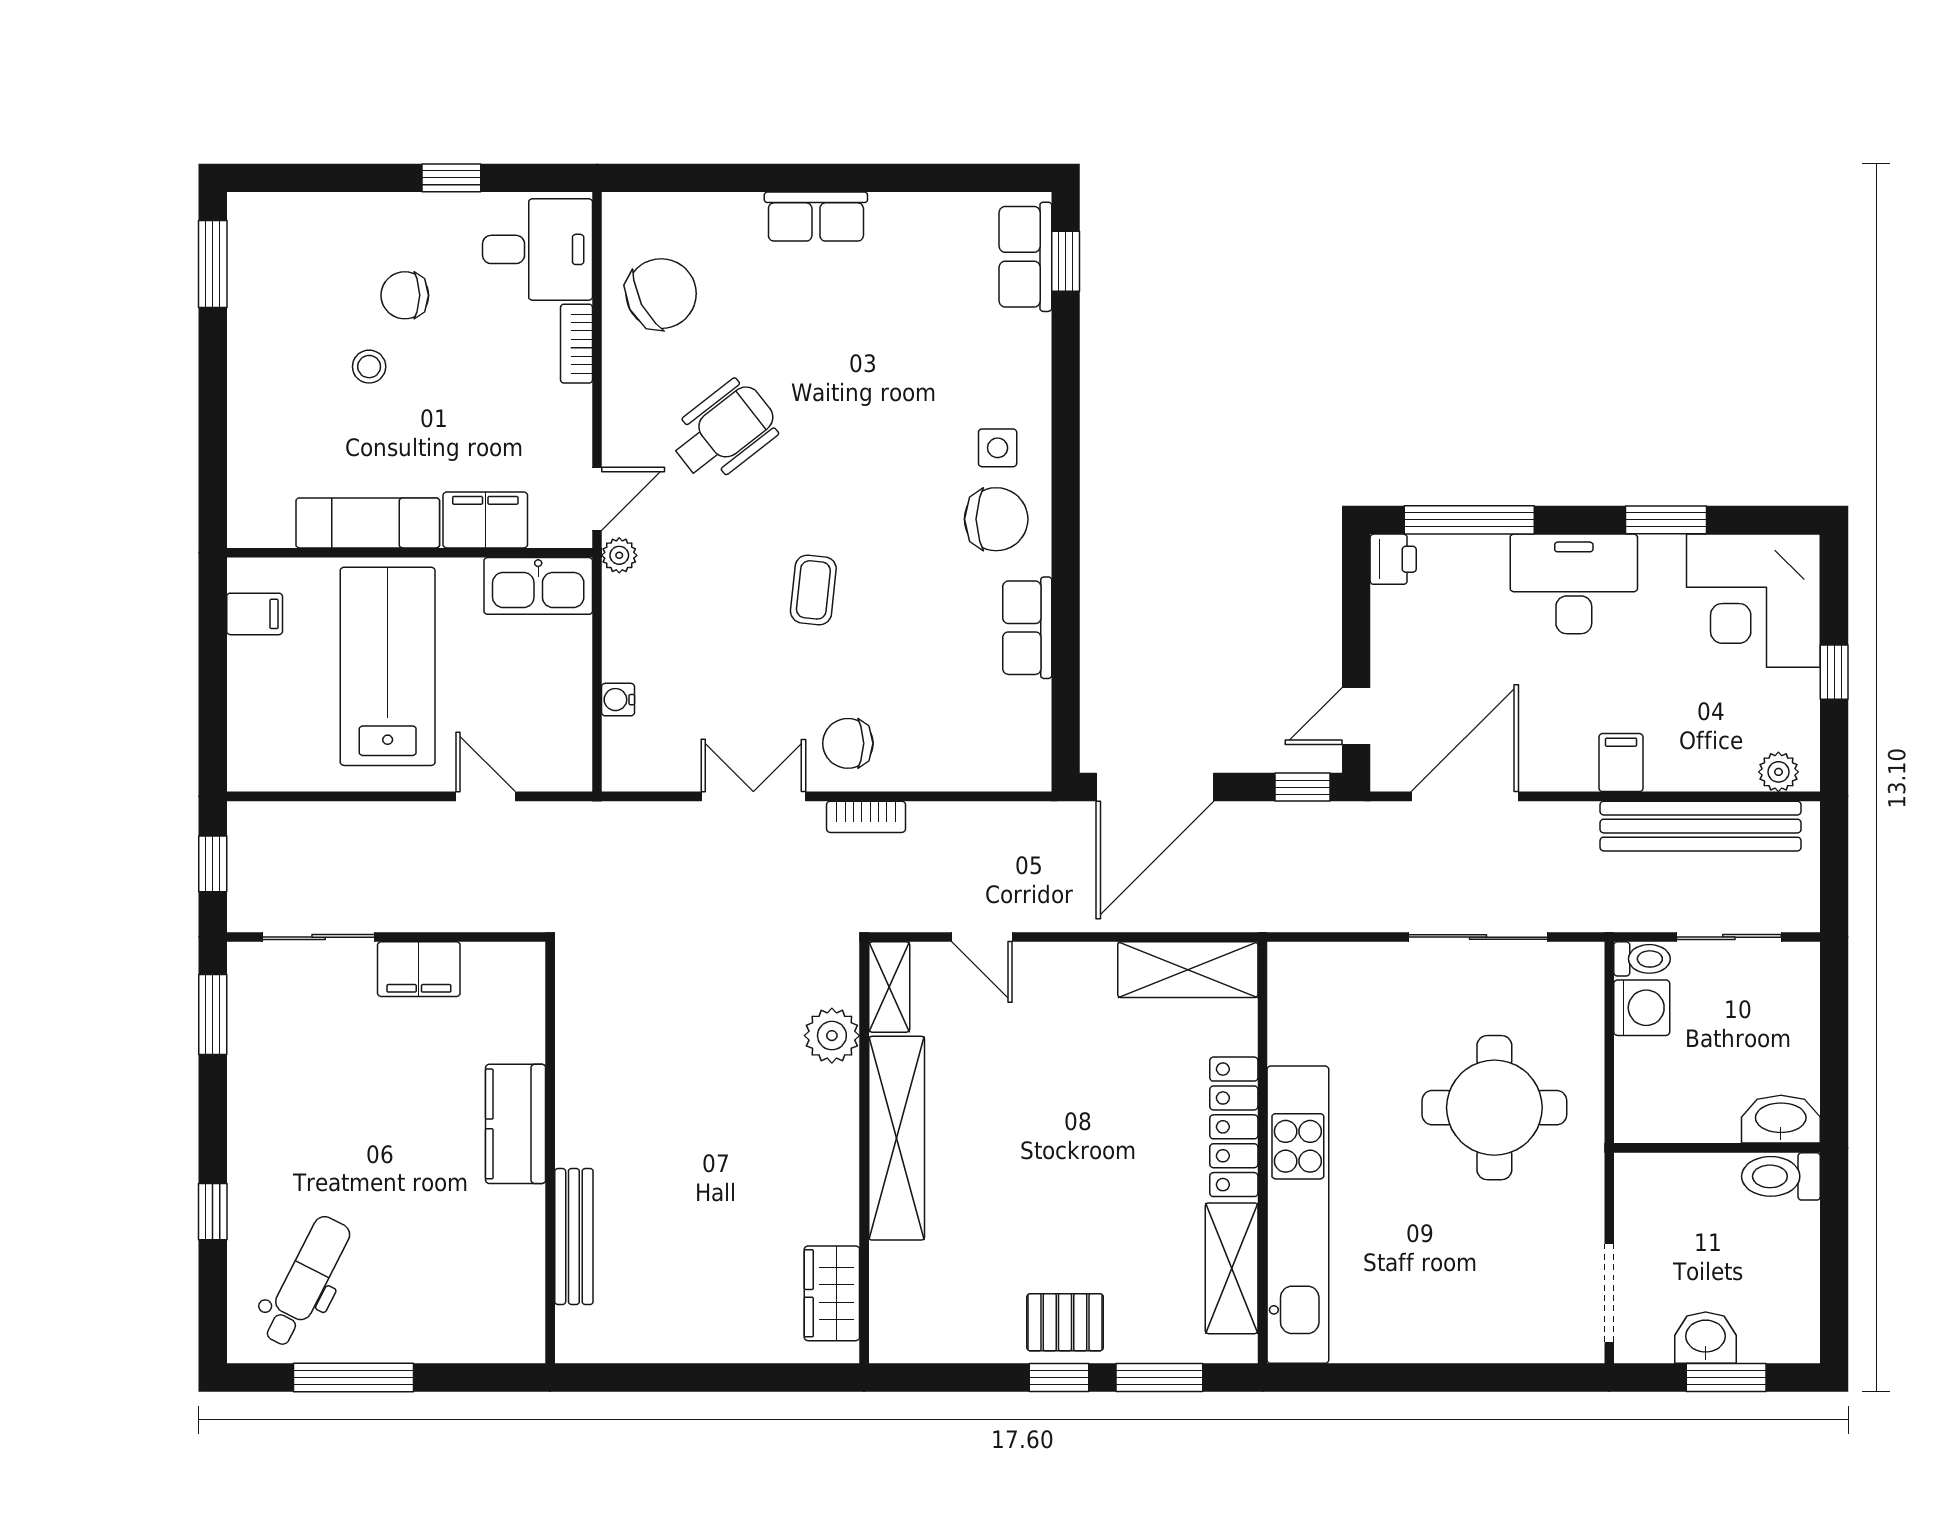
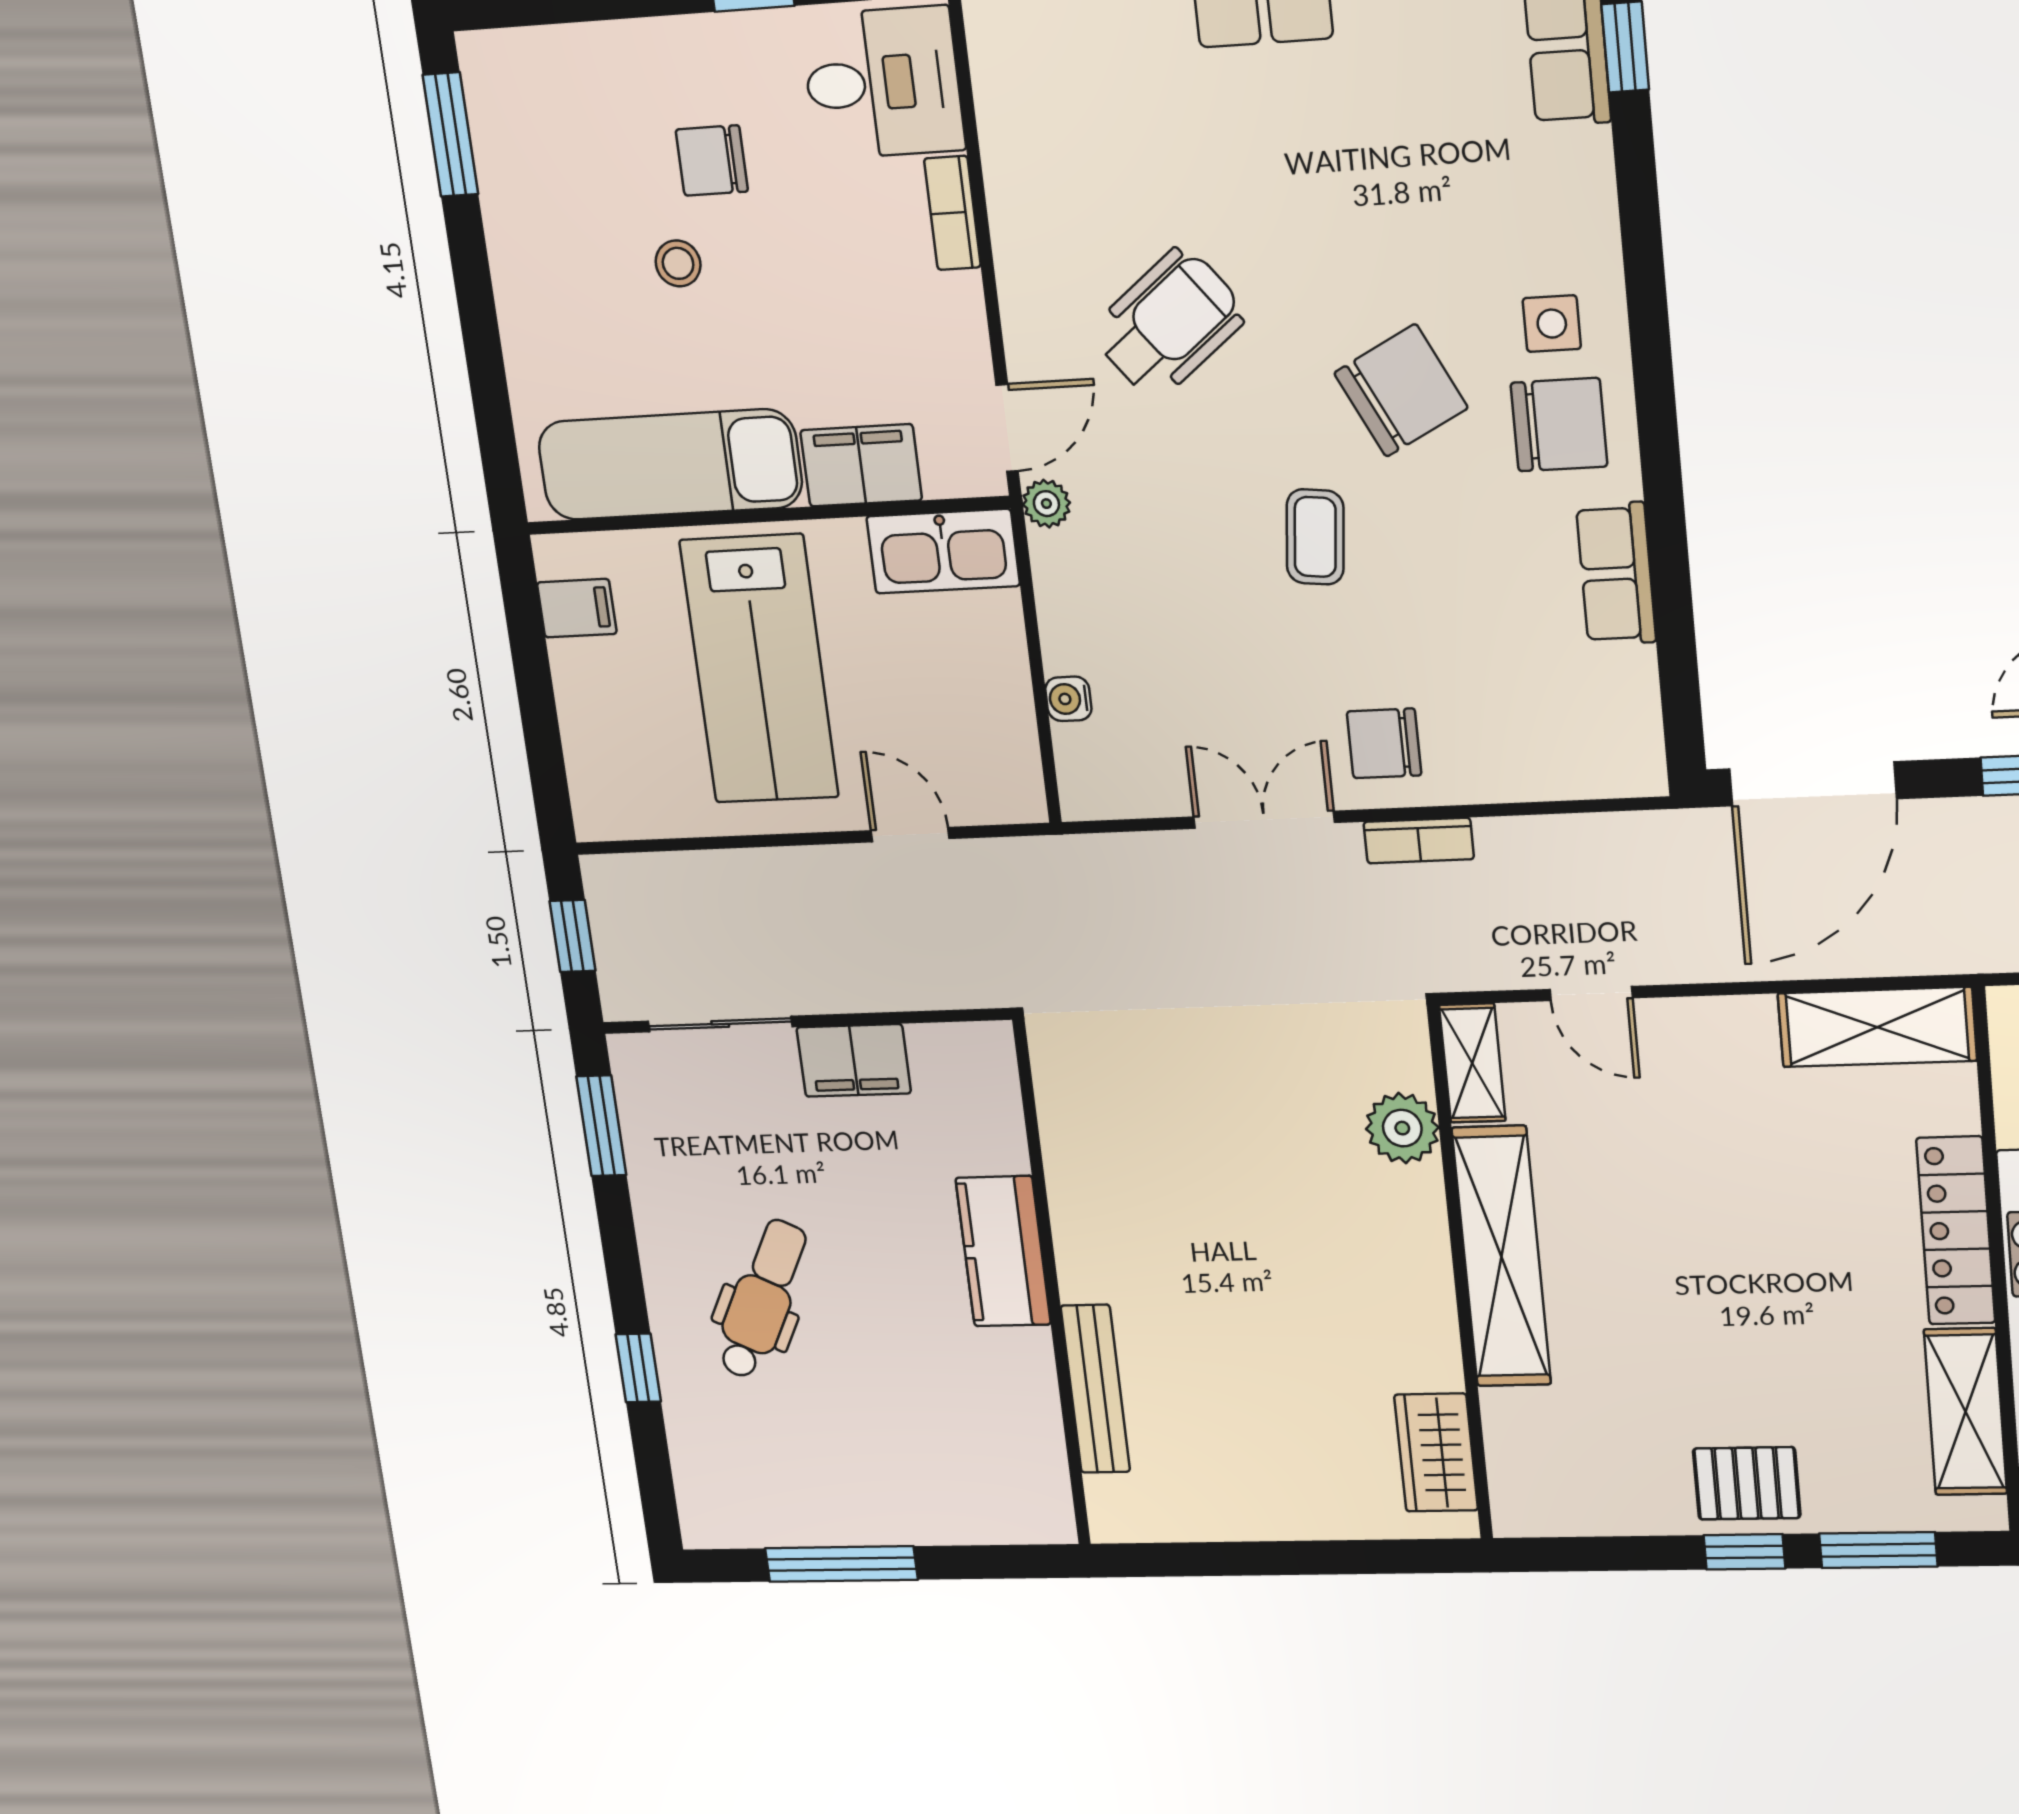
chair: (661, 294) -> (1401, 390), moved
exam couch: (368, 523) -> (670, 465), width x1.36, depth x1.45
lab bench: (388, 666) -> (759, 669), turned 180
dental chair: (306, 1281) -> (762, 1299), moved

